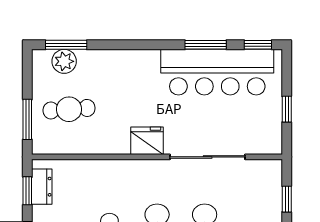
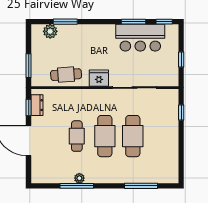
window: (66, 45) -> (65, 22), moved
bar counter: (217, 72) -> (140, 38), width x0.73
cafe table: (69, 109) -> (66, 75), moved

